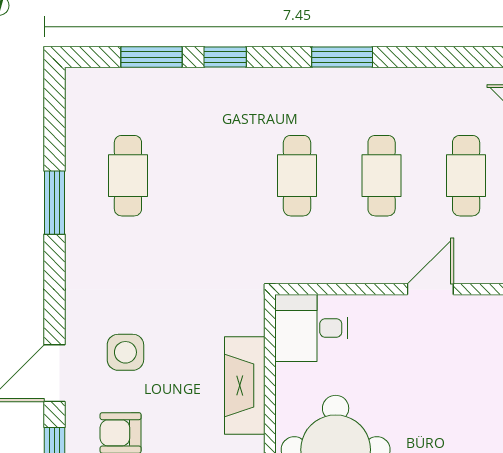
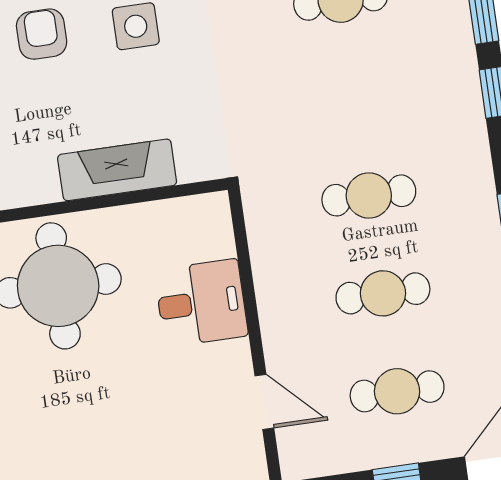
door: (430, 289) -> (264, 402), moved
desk: (311, 328) -> (201, 303), moved, turned 90

